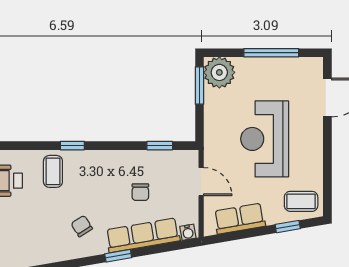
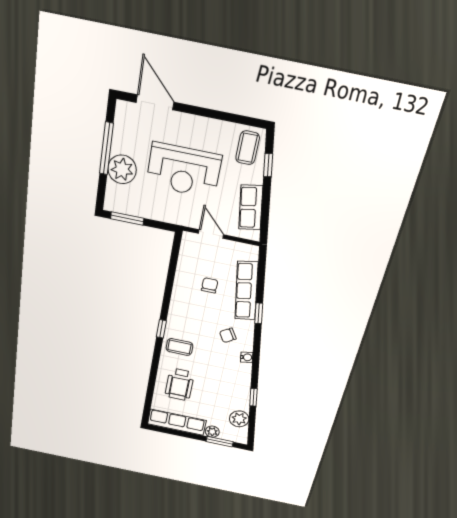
plant: (219, 72) -> (122, 169), moved
window: (160, 146) -> (173, 262), removed
door: (201, 182) -> (211, 234), hinge flipped
chair: (140, 192) -> (210, 285), turned -90
water cooler: (188, 232) -> (247, 357), moved

